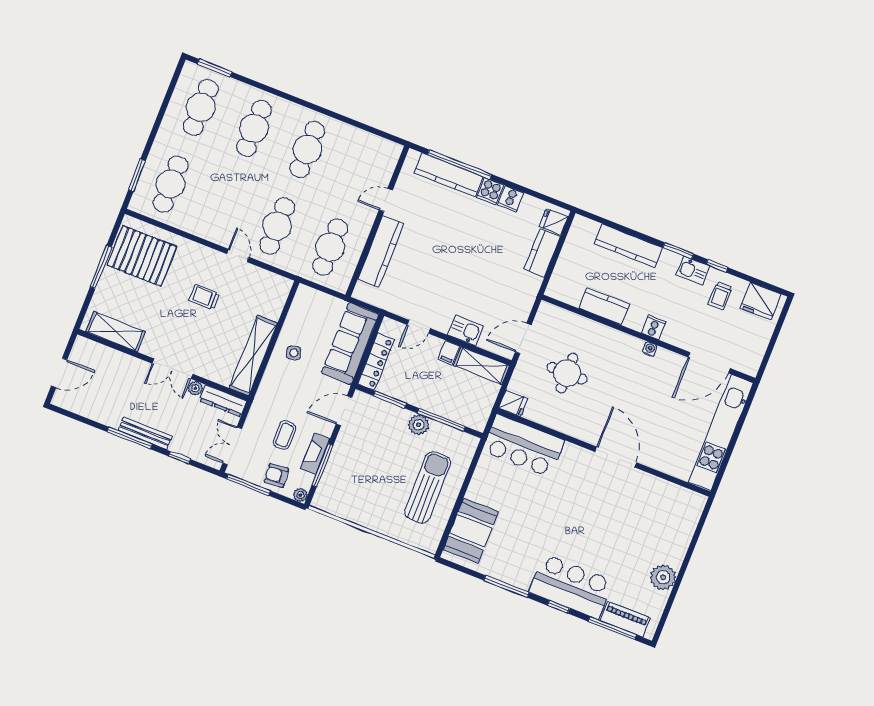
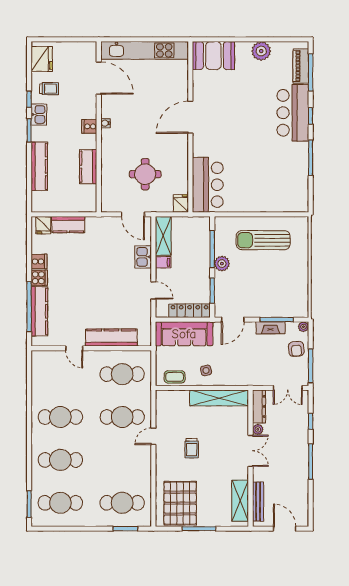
door: (344, 411) -> (233, 320), hinge flipped
bench: (145, 433) -> (258, 502), moved
coffee table: (285, 435) -> (175, 377), moved
booth: (471, 531) -> (213, 56), moved

